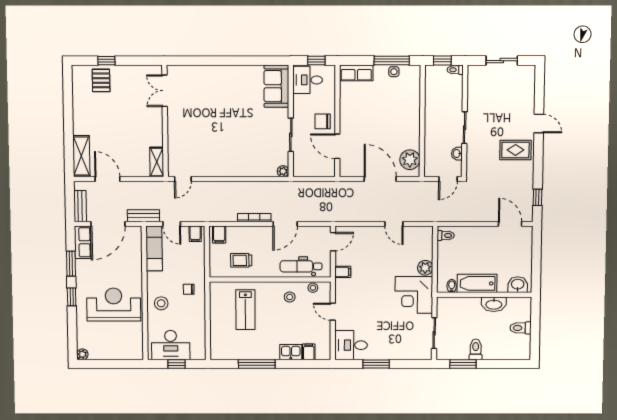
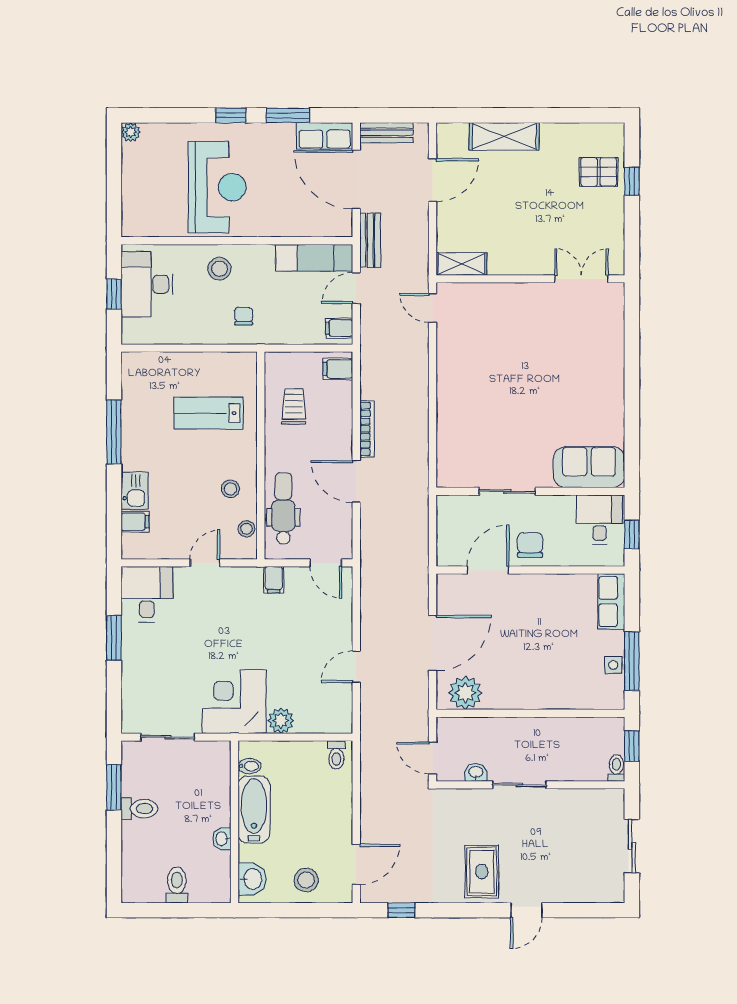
shelving: (81, 156) -> (504, 136), moved
plant: (283, 171) -> (446, 478), removed
stool: (519, 253) -> (306, 880), added
washbasin: (494, 304) -> (222, 839), width x0.52, depth x0.69

